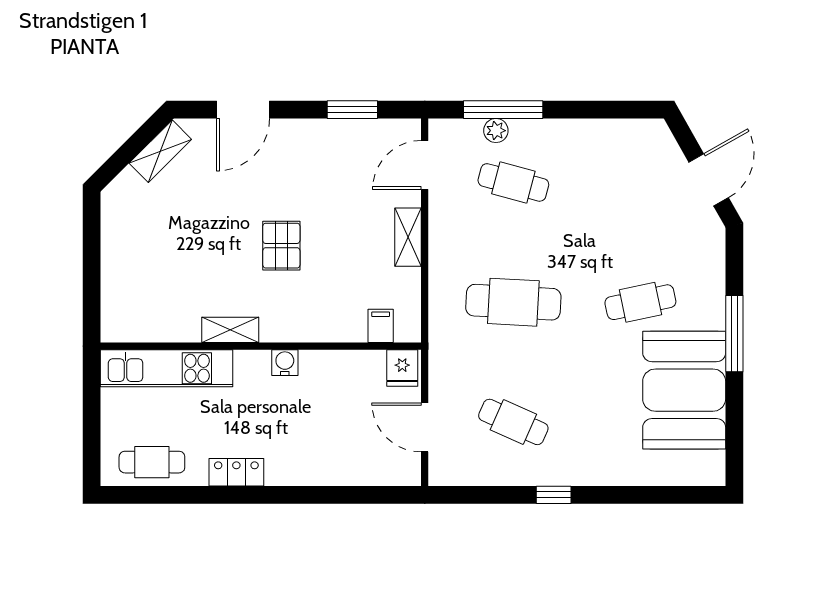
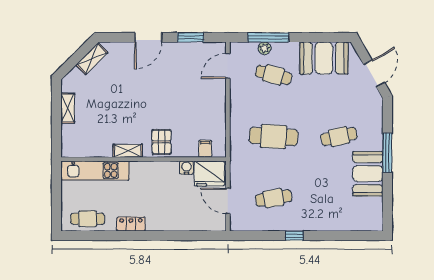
door: (243, 110) -> (148, 37), moved
booth: (611, 150) -> (324, 58), added
shelving: (408, 237) -> (68, 108), moved
pallet: (281, 246) -> (162, 142), moved
water cooler: (285, 363) -> (186, 168), moved
fridge: (402, 368) -> (209, 174), width x1.88, depth x1.34
booth: (684, 390) -> (368, 174), width x0.73, depth x0.70
cafe table: (513, 422) -> (274, 198), turned -33

